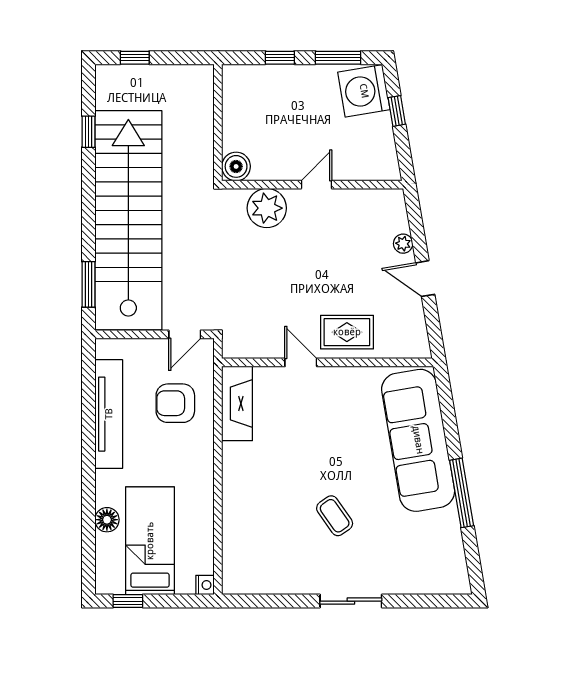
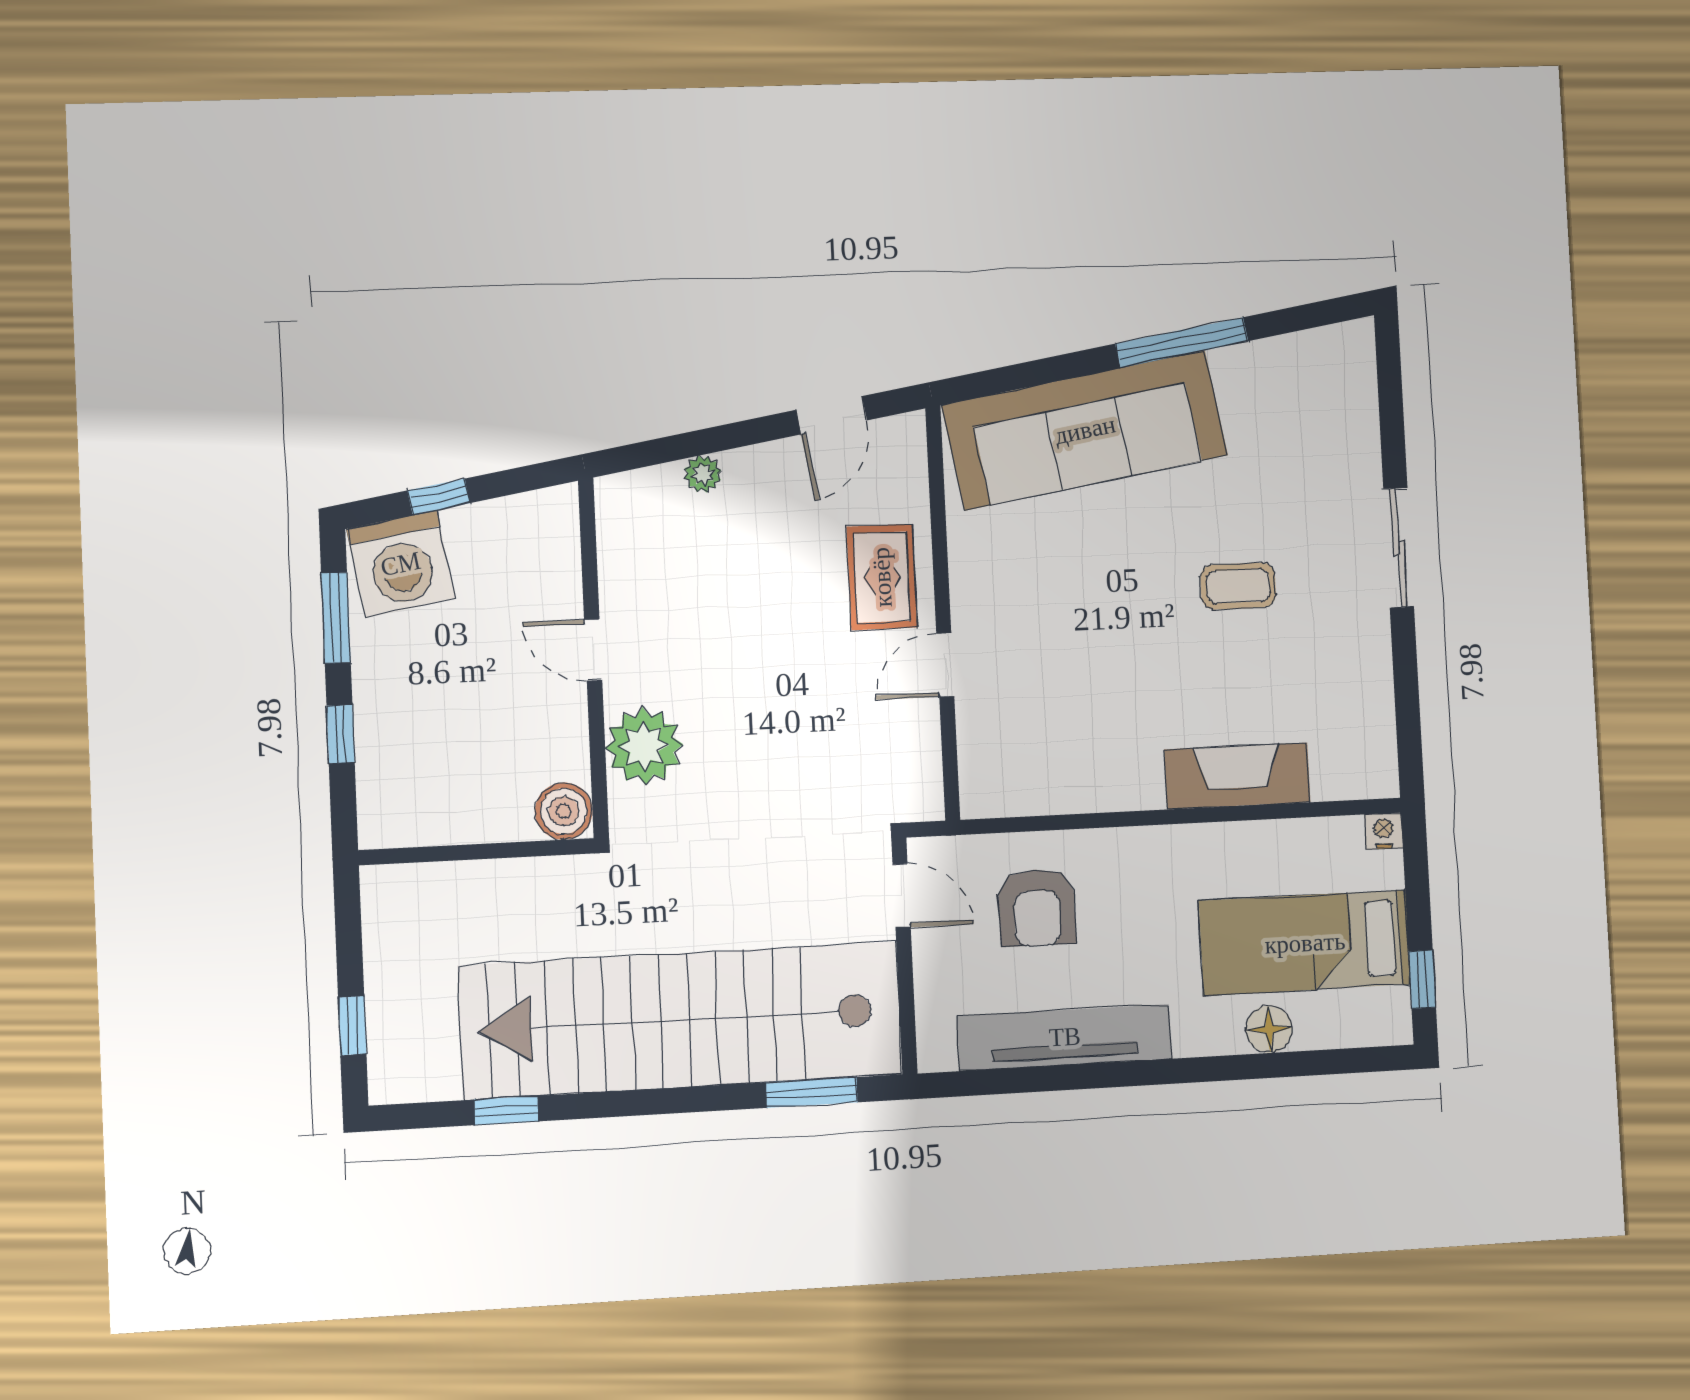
door: (425, 279) -> (831, 415), moved
fireplace: (237, 403) -> (1237, 776), moved
coffee table: (335, 516) -> (1238, 586), turned 35

